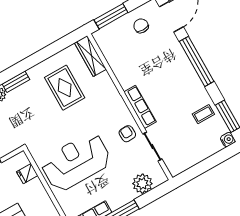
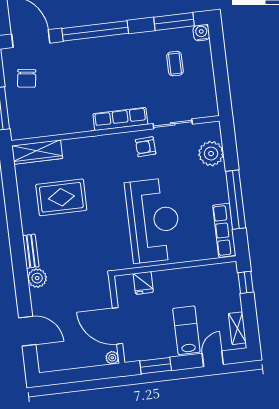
chair: (141, 26) -> (27, 78), turned -82
coffee table: (203, 114) -> (175, 64), moved
reception desk: (76, 162) -> (153, 220), turned 180

